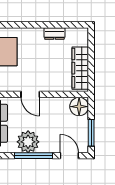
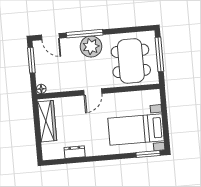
door: (30, 94) -> (93, 92), swing flipped
floor lamp: (79, 107) -> (41, 89), width x0.53, depth x0.53

